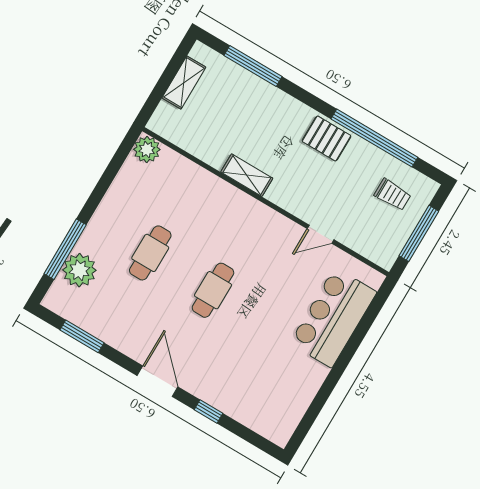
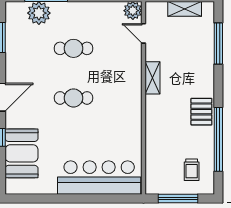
door: (321, 234) -> (143, 33), moved
bar counter: (333, 318) -> (99, 178), width x1.36
booth: (244, 398) -> (22, 153), added

